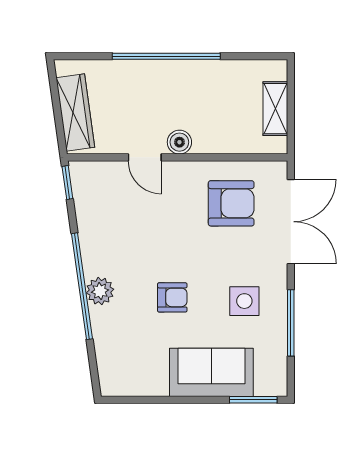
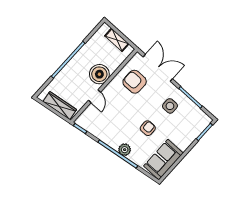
boiler: (179, 142) -> (99, 74), width x1.86, depth x1.86
door: (145, 157) -> (95, 96), hinge flipped
armchair: (231, 203) -> (135, 82), turned -90
sofa: (211, 372) -> (163, 160), moved

